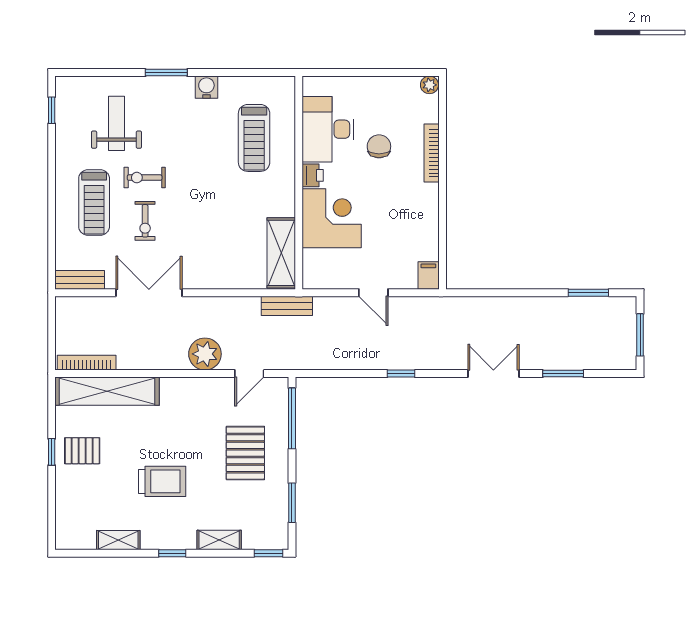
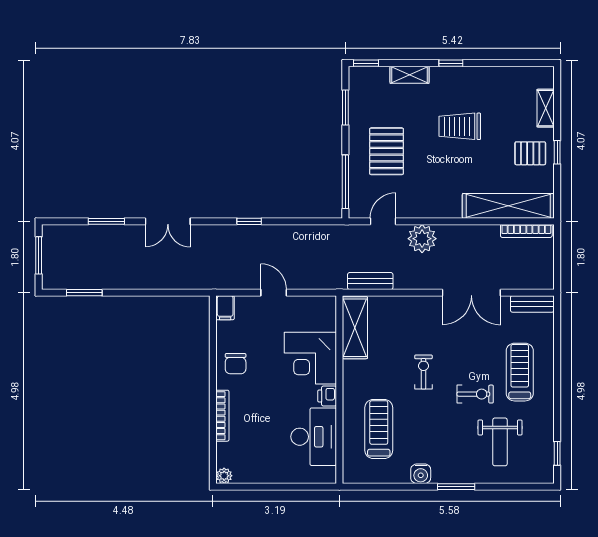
chair: (379, 146) -> (236, 364), moved
exercise bike: (145, 221) -> (423, 372), moved
bench: (287, 306) -> (370, 281), moved
shelving: (118, 540) -> (546, 108), moved, turned 90

